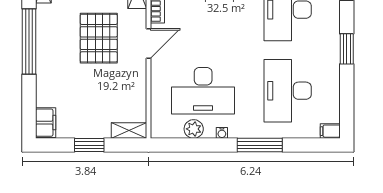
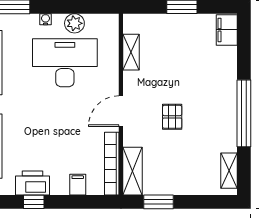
pallet: (99, 38) -> (172, 117), width x0.49, depth x0.50
shelving: (129, 131) -> (131, 52), moved, turned 90

